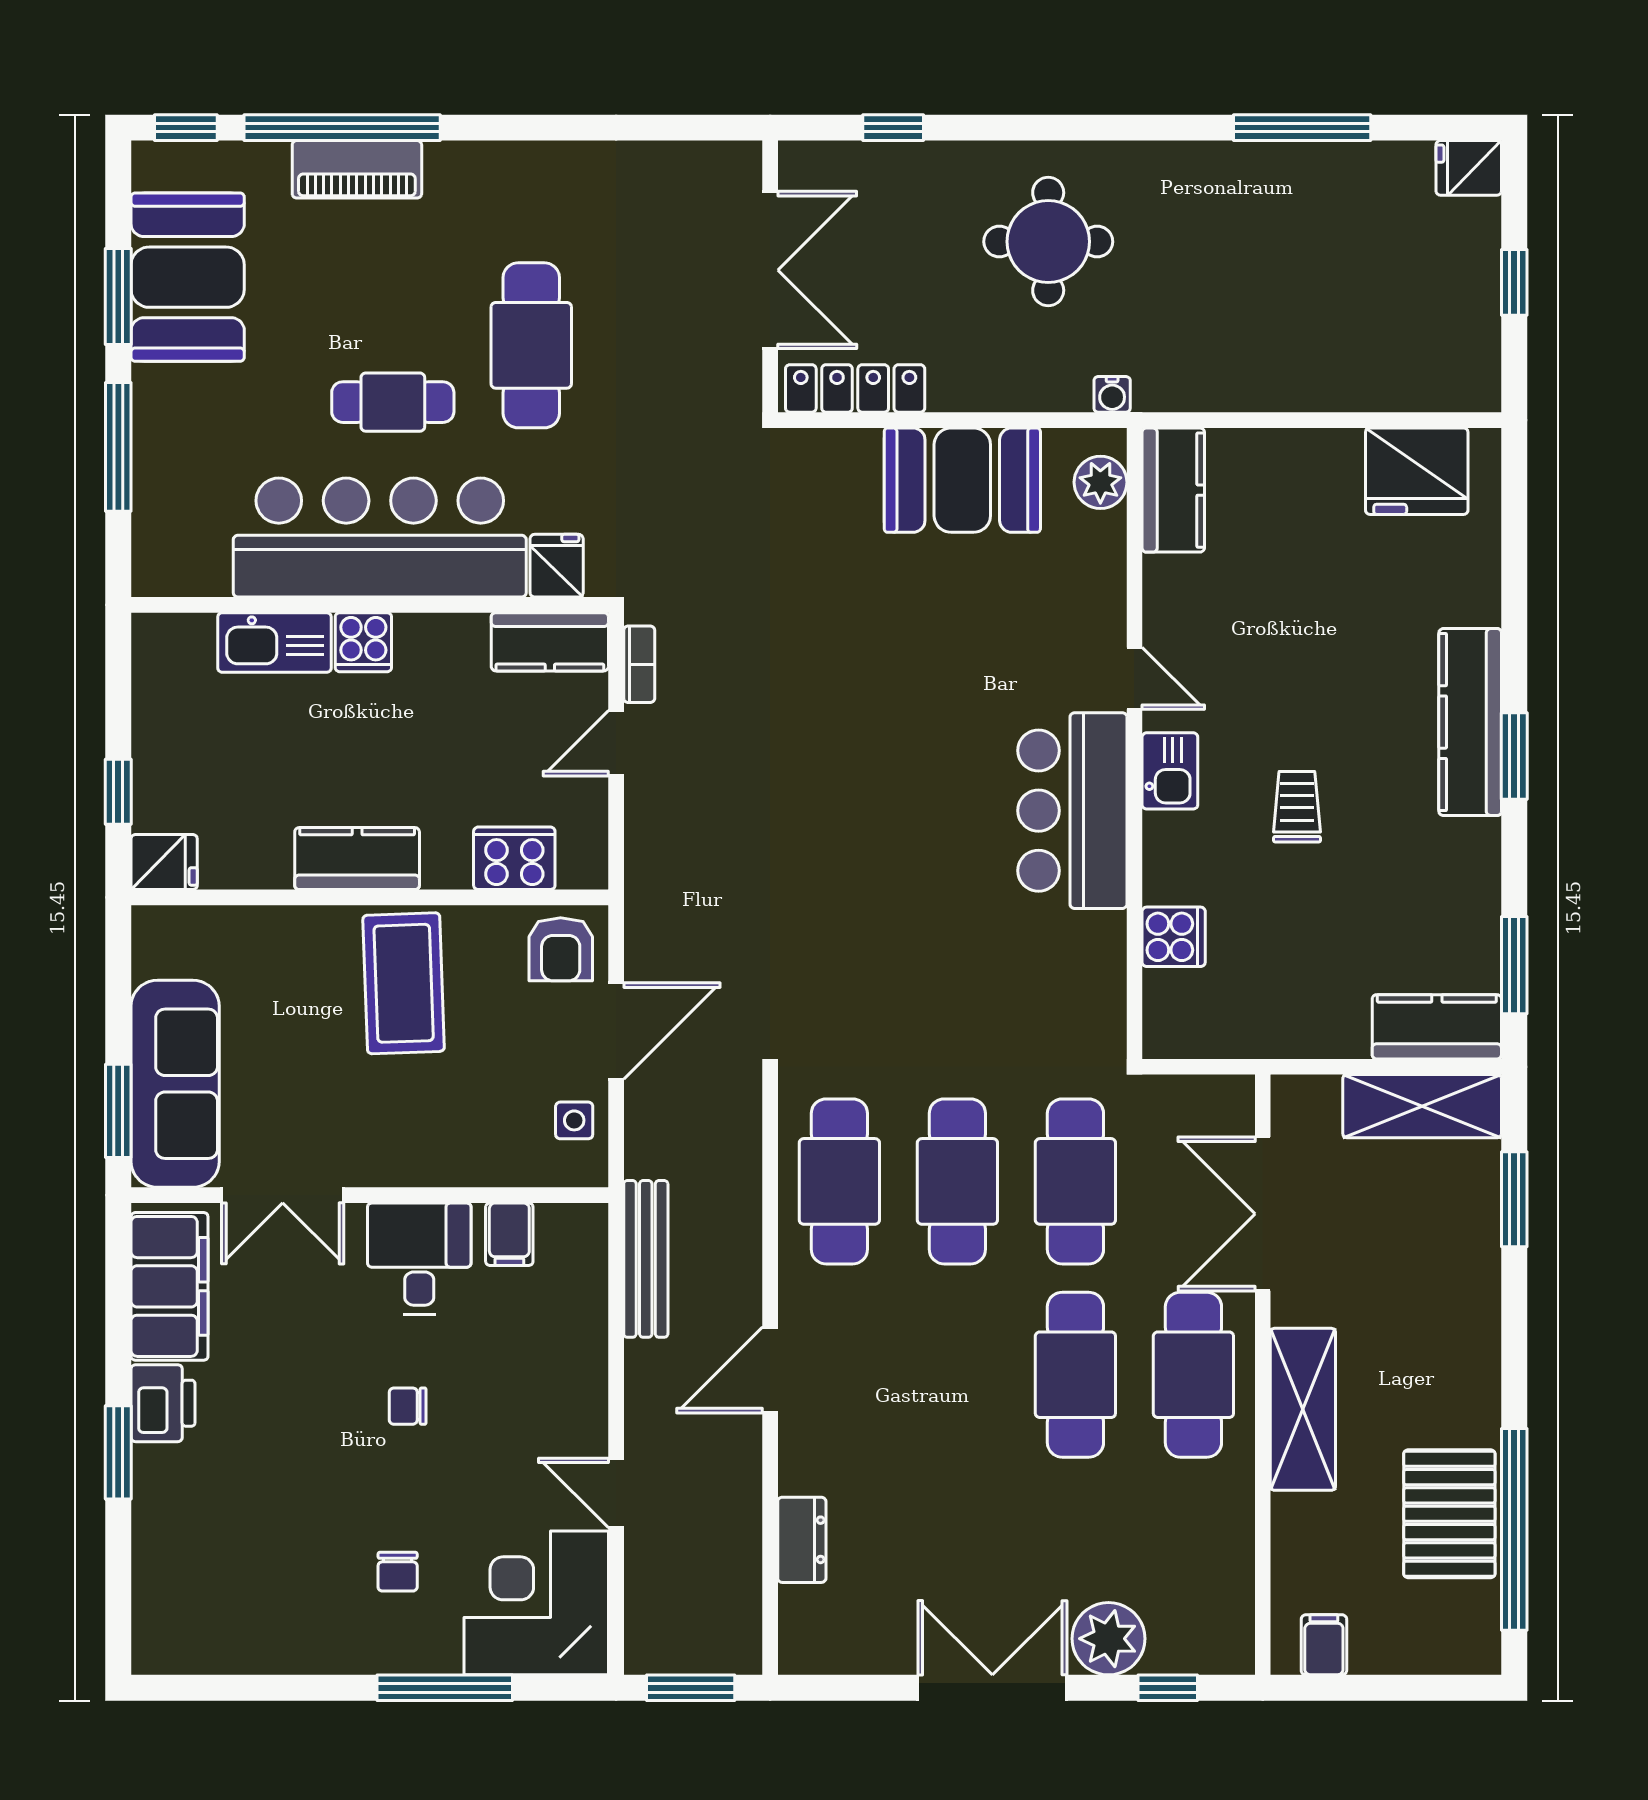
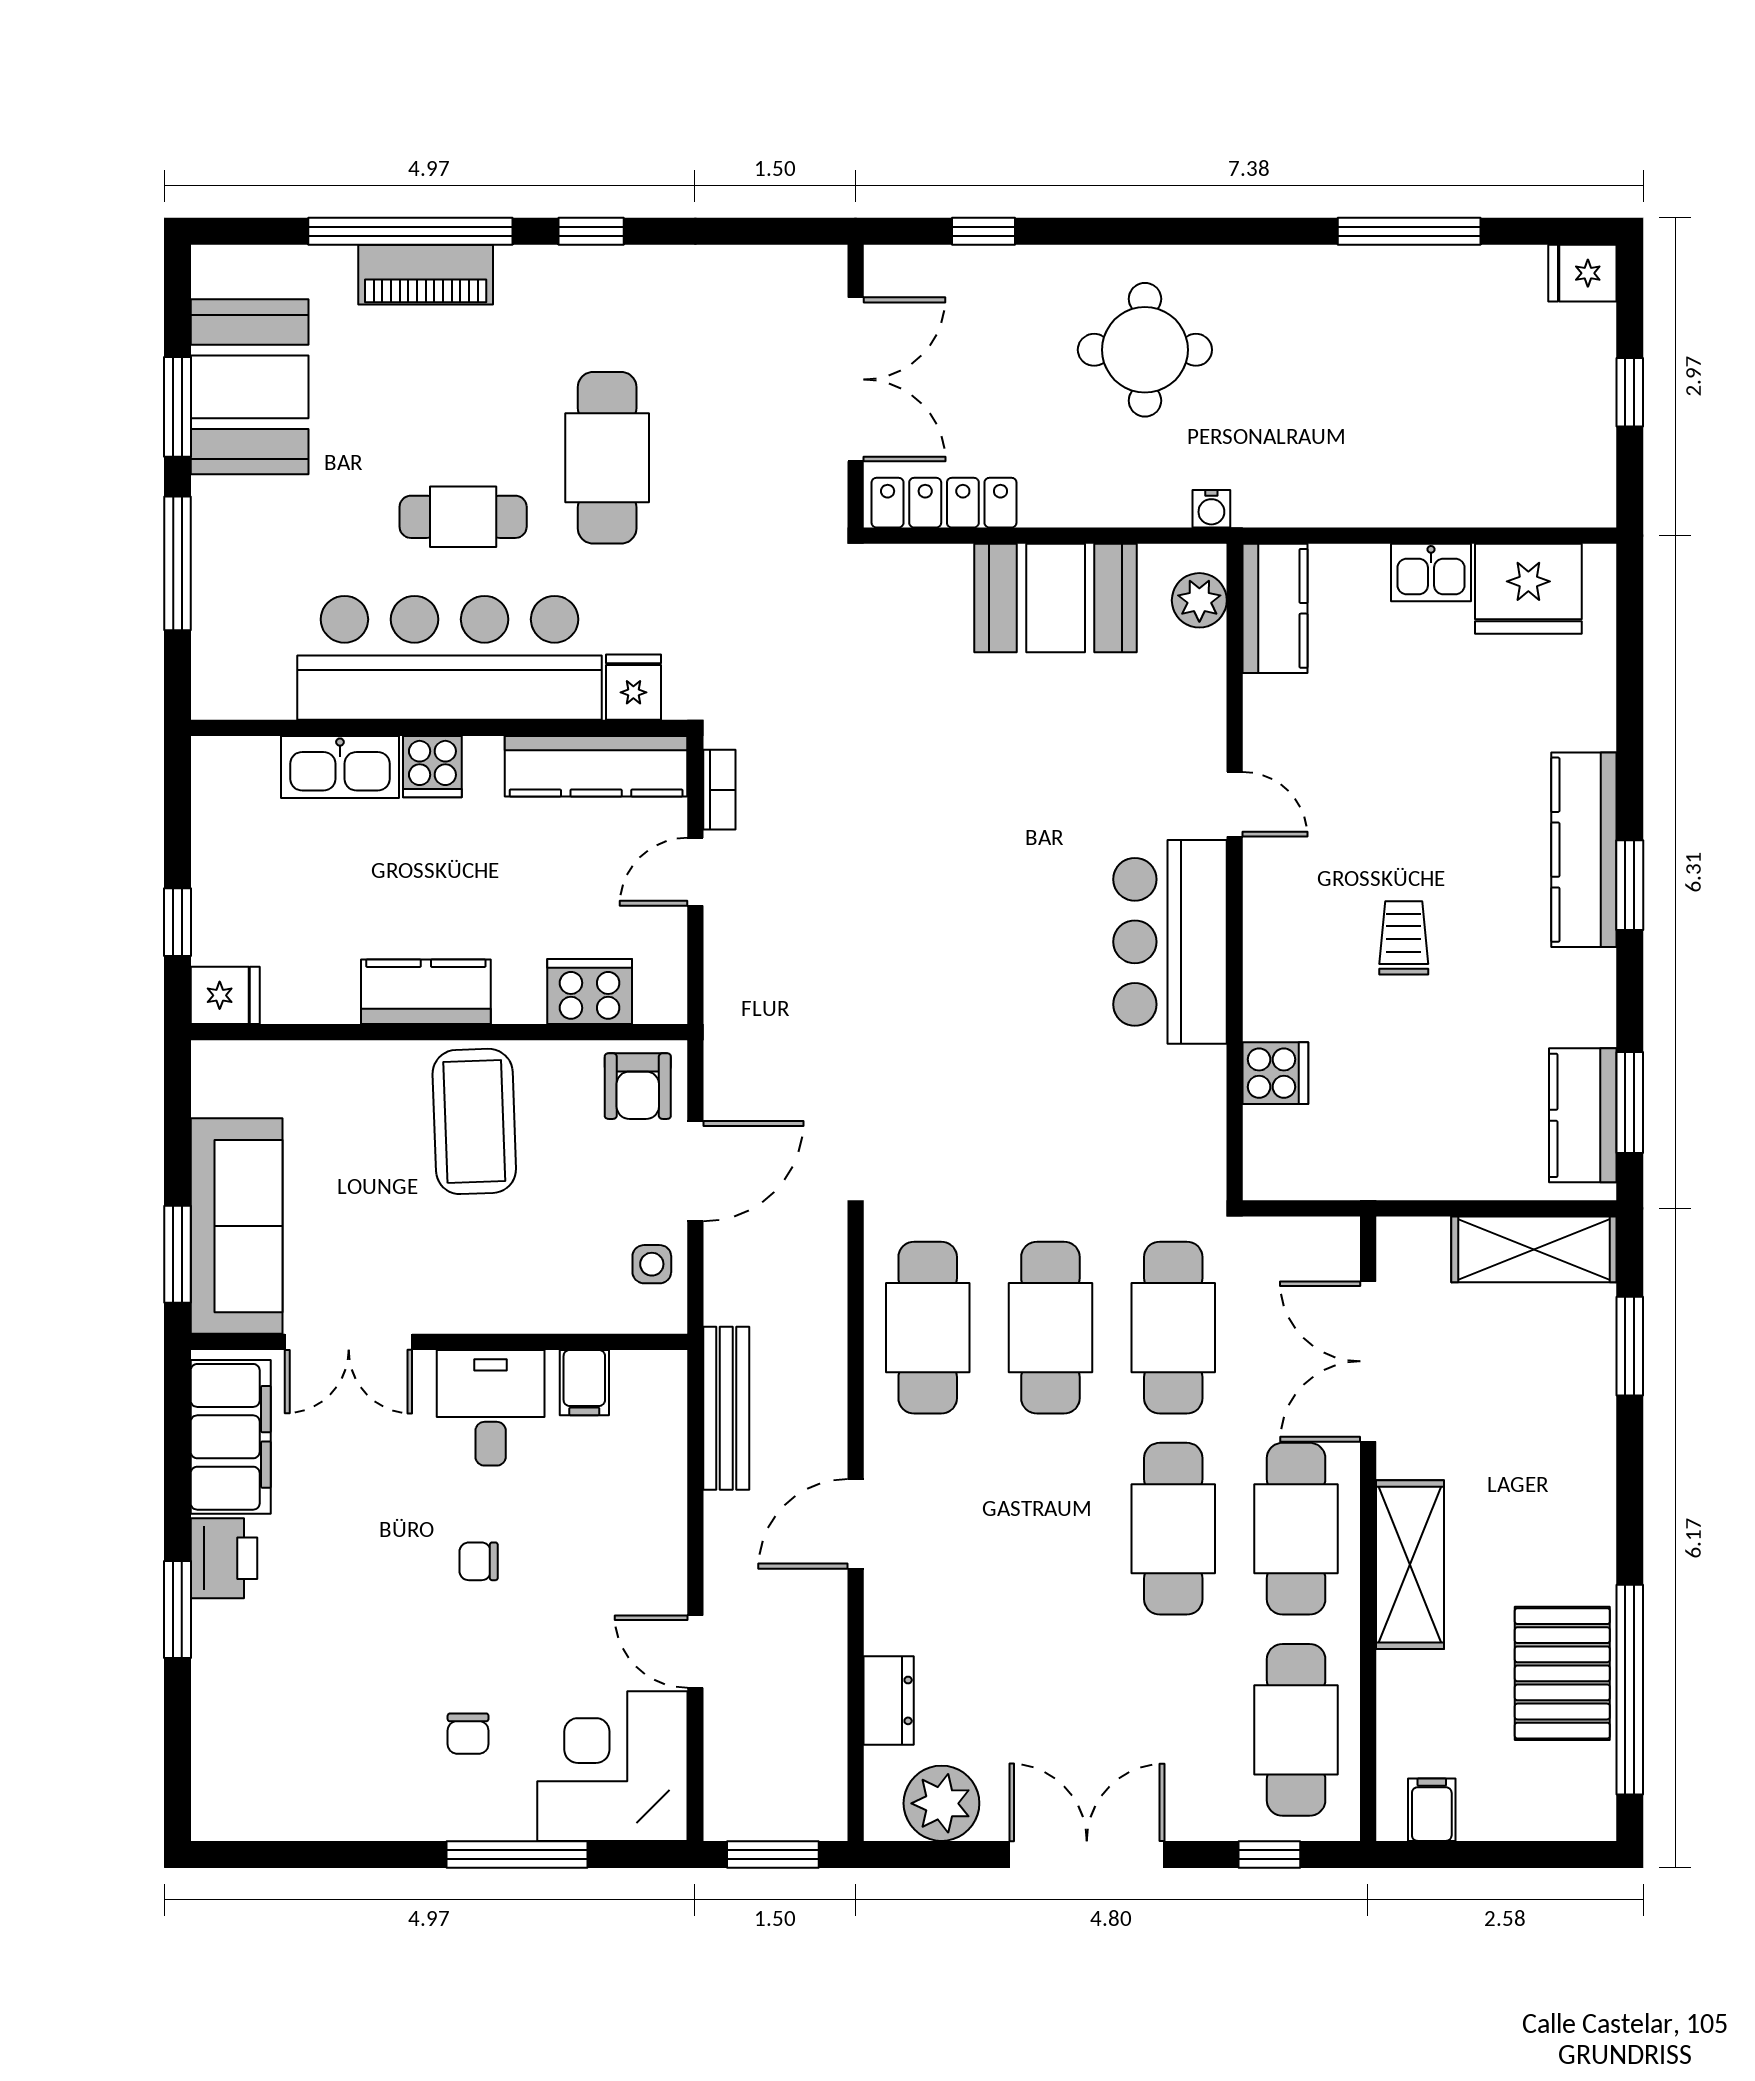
window: (186, 128) -> (591, 231), moved
kitchen counter: (550, 642) -> (596, 766), width x1.50
kitchen sink: (1170, 771) -> (1431, 572), moved, turned 90
kitchen counter: (1437, 1027) -> (1583, 1115), moved, turned -90
cafe table: (1193, 1568) -> (1296, 1730), added
plant: (1108, 1639) -> (941, 1803), moved

